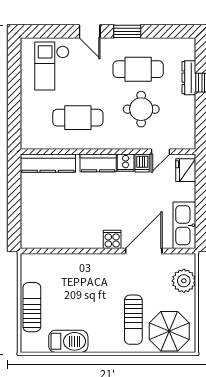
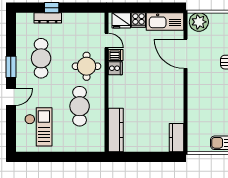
checkout: (52, 66) -> (38, 127), turned -90
round table: (141, 109) -> (87, 66), moved
kitchen counter: (98, 163) -> (177, 138), moved, turned 180
cooker: (112, 239) -> (138, 20), moved, turned -90
plant: (184, 281) -> (199, 22), moved

